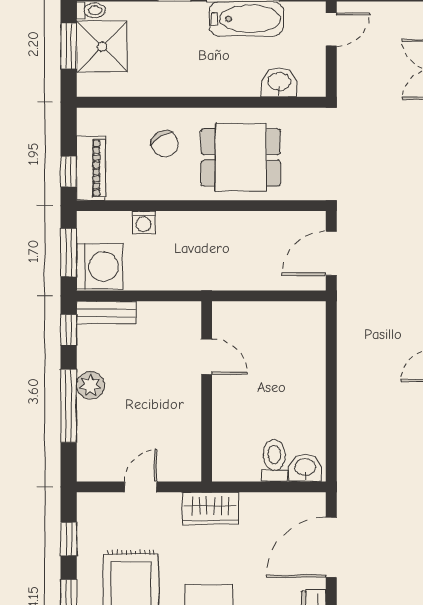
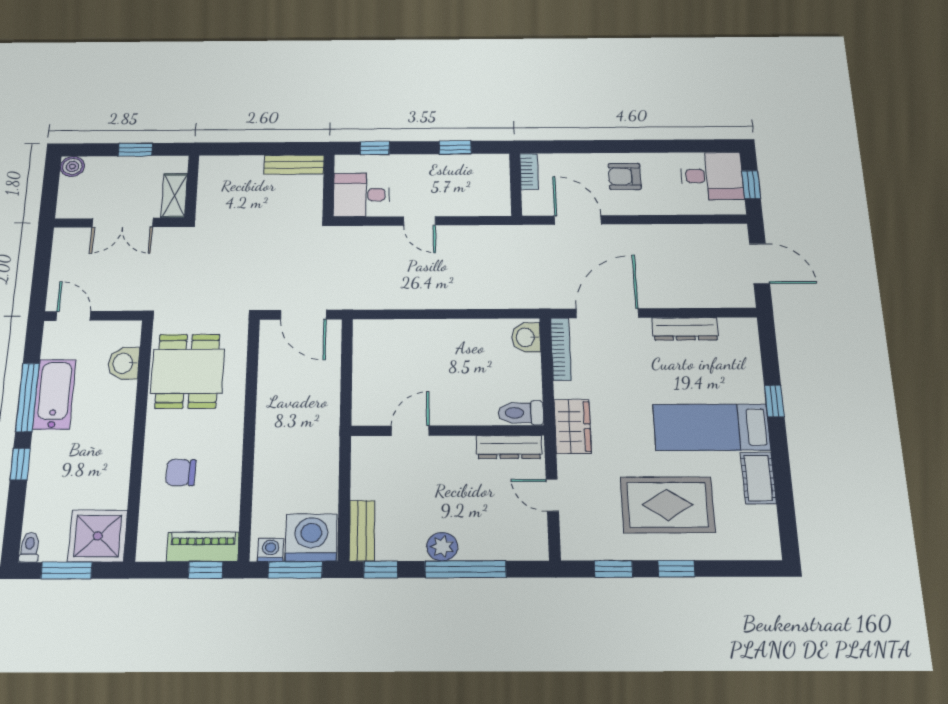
shower: (102, 47) -> (98, 536), moved
chair: (165, 144) -> (181, 472), turned -148
dining table: (241, 157) -> (188, 371), moved
washing machine: (144, 222) -> (271, 550), moved, turned -90
dresser: (189, 448) -> (509, 447), added
toilet: (274, 460) -> (521, 413), moved
bookcase: (292, 501) -> (561, 349), added
door: (331, 547) -> (607, 313), swing flipped

